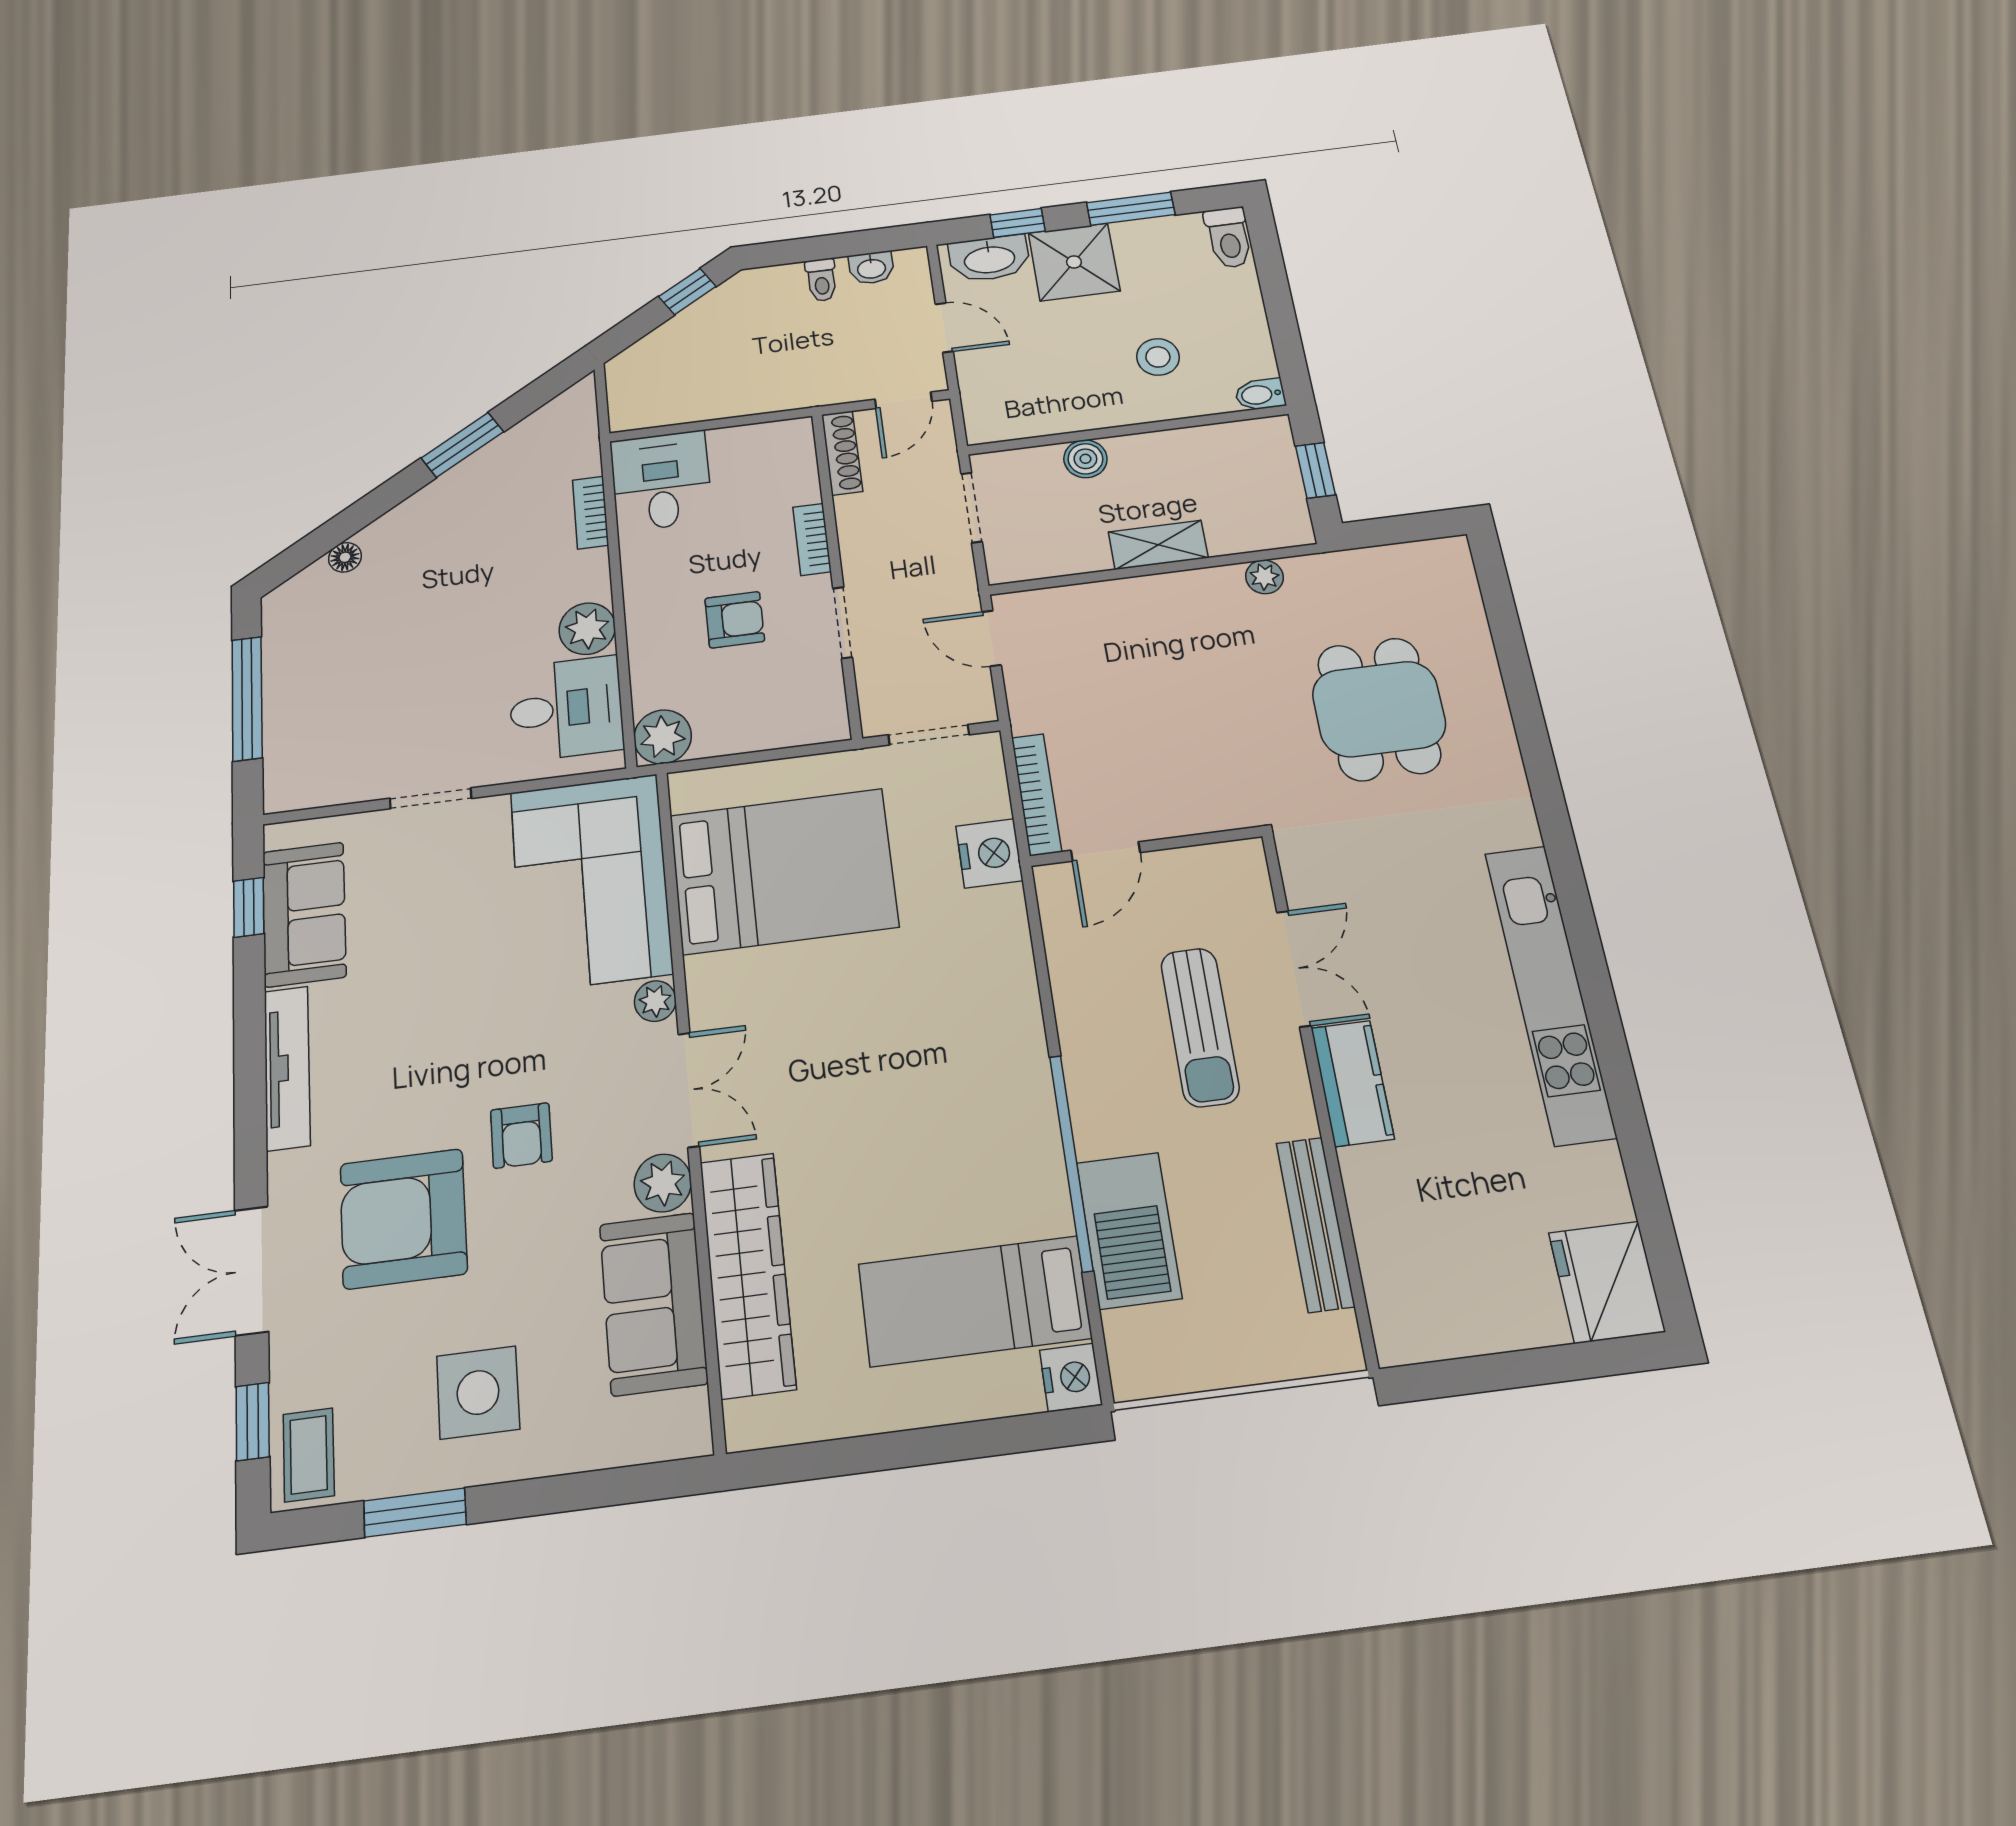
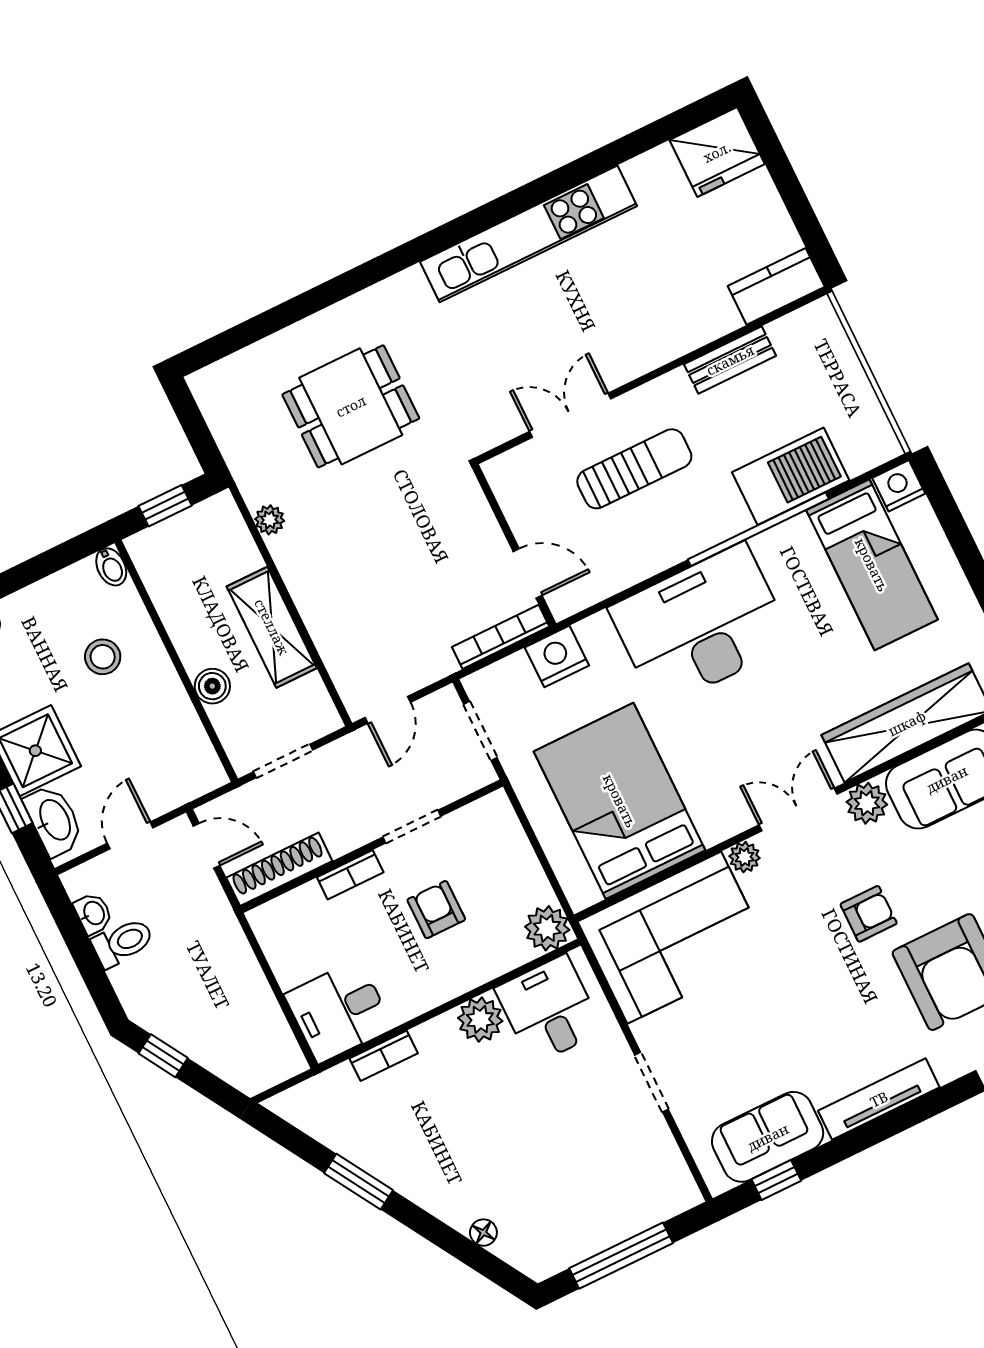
toilet: (821, 280) -> (123, 942), width x1.37, depth x1.39
shoe rack: (842, 453) -> (279, 869), width x1.36, depth x1.24
shelving: (1158, 545) -> (272, 627), width x1.50, depth x1.33
desk: (968, 1045) -> (701, 626), added
kitchen counter: (1352, 1083) -> (776, 286), moved
bench: (1315, 1224) -> (730, 360), width x0.73

